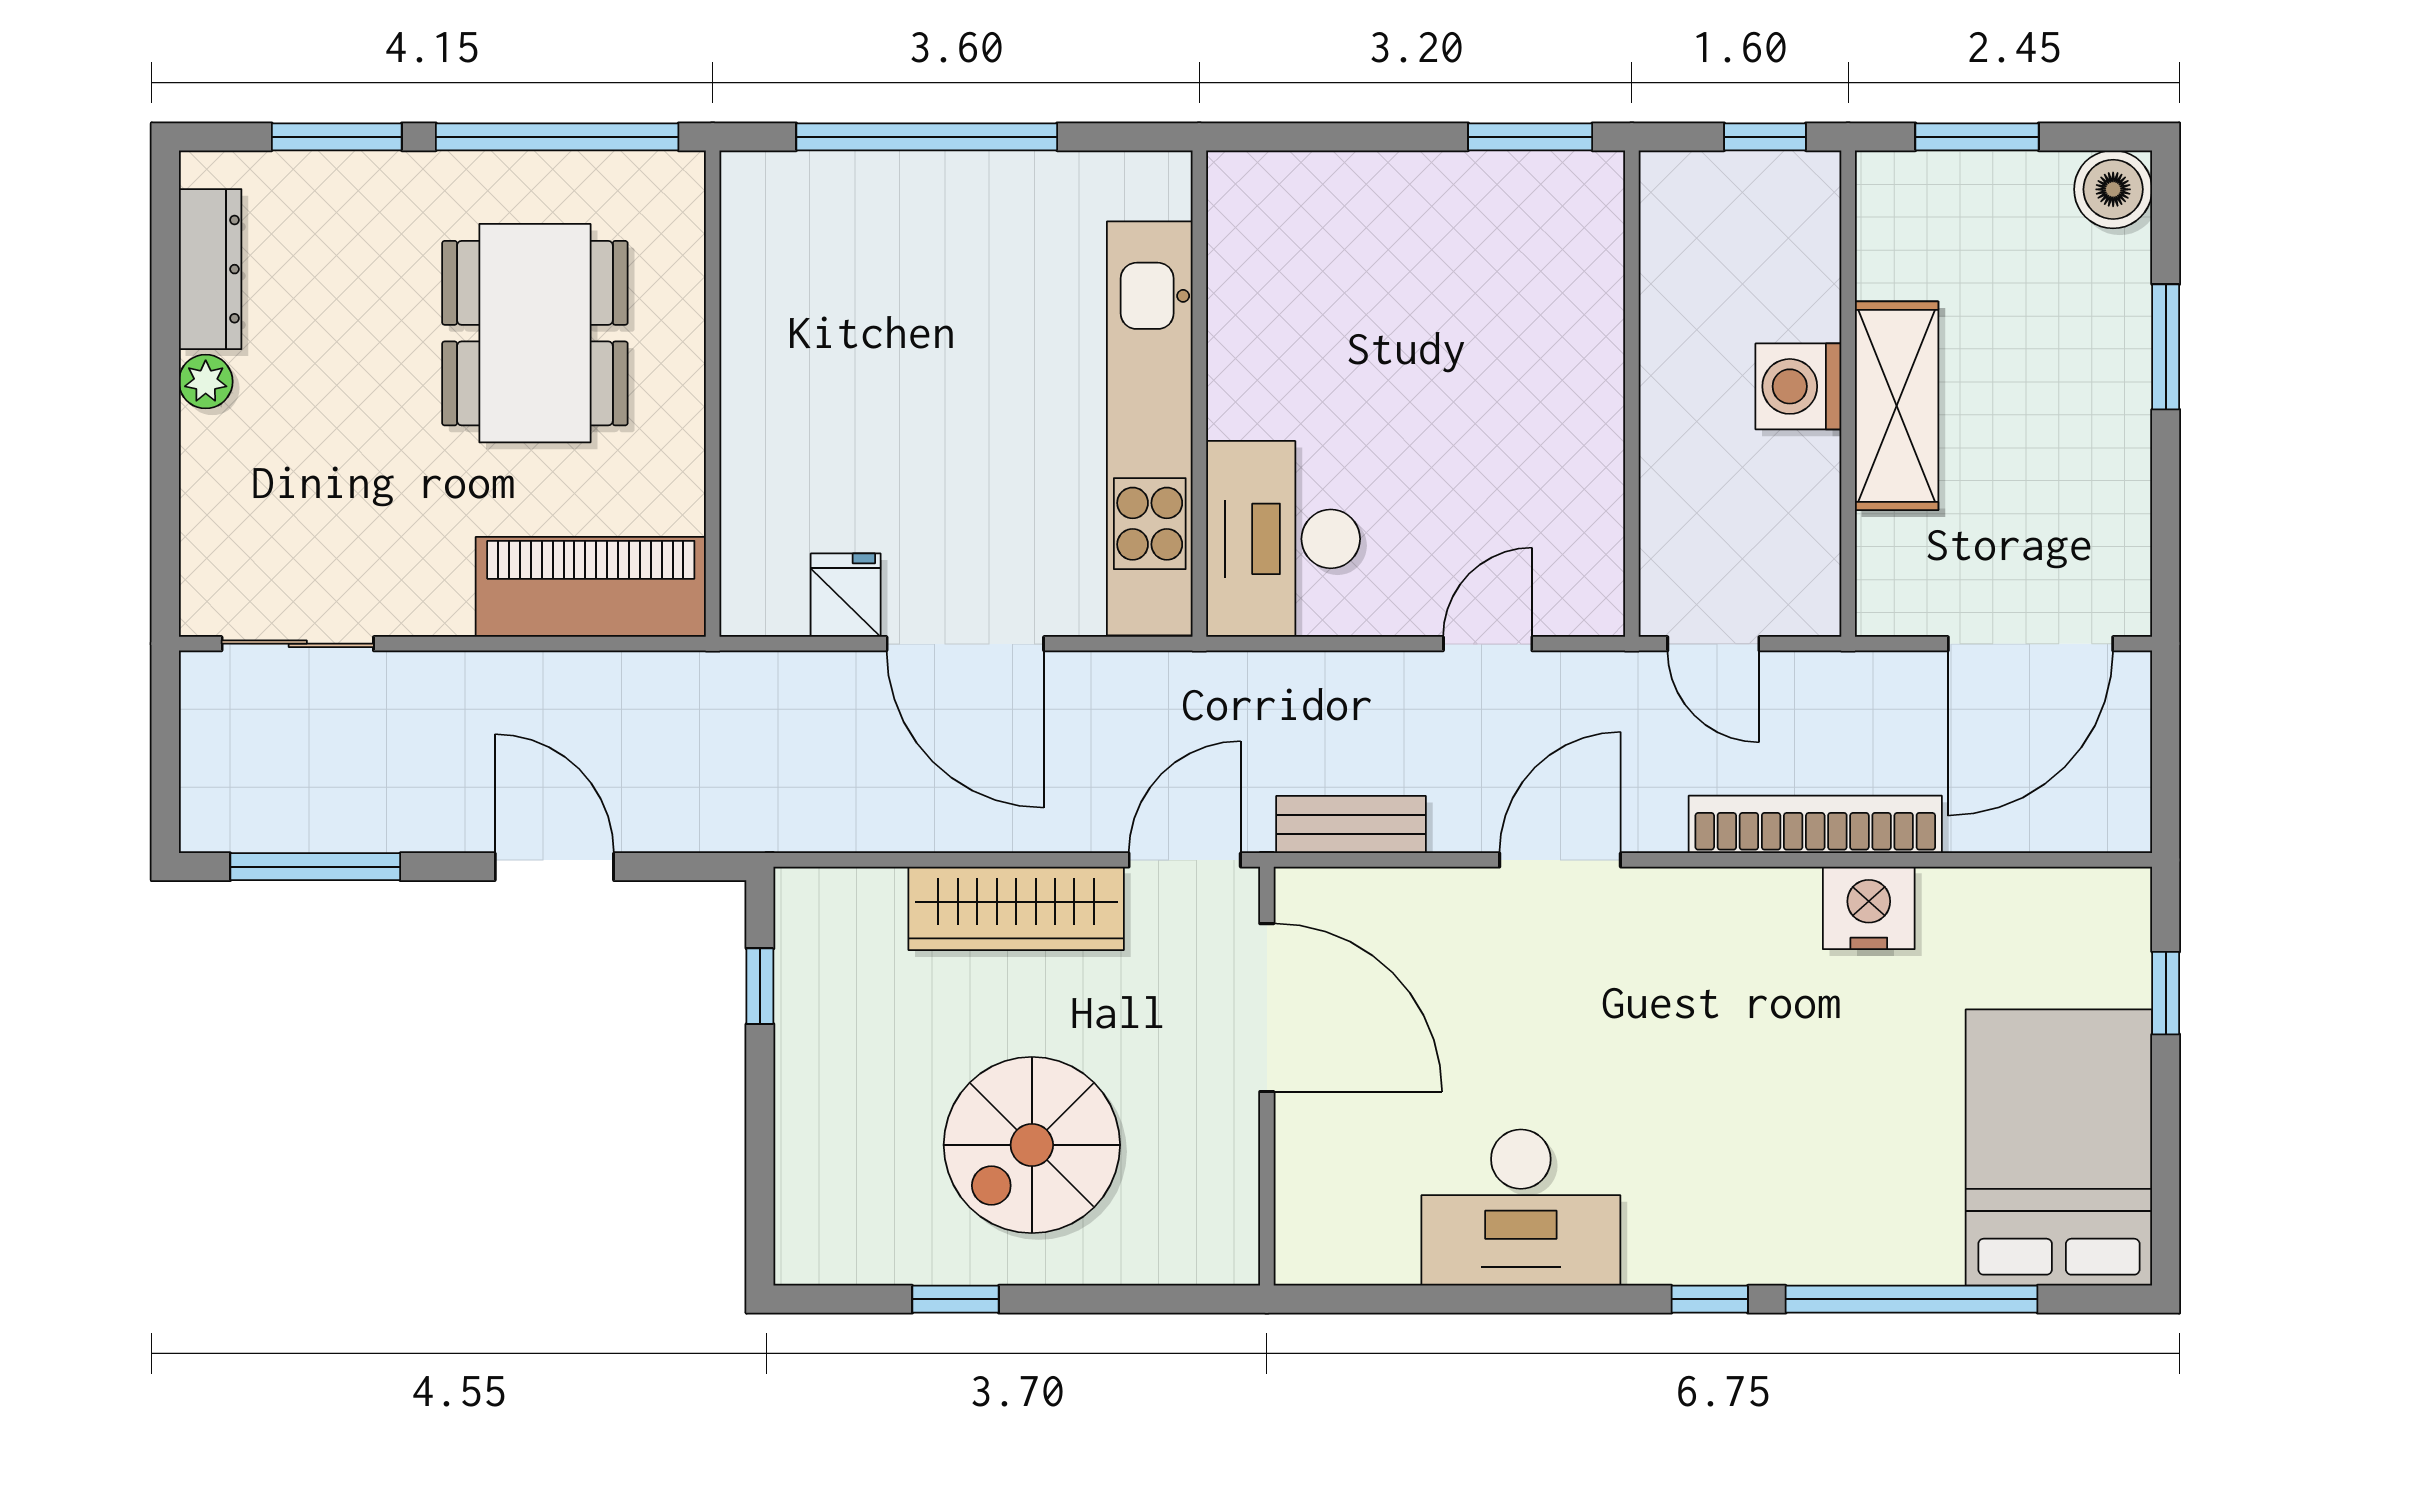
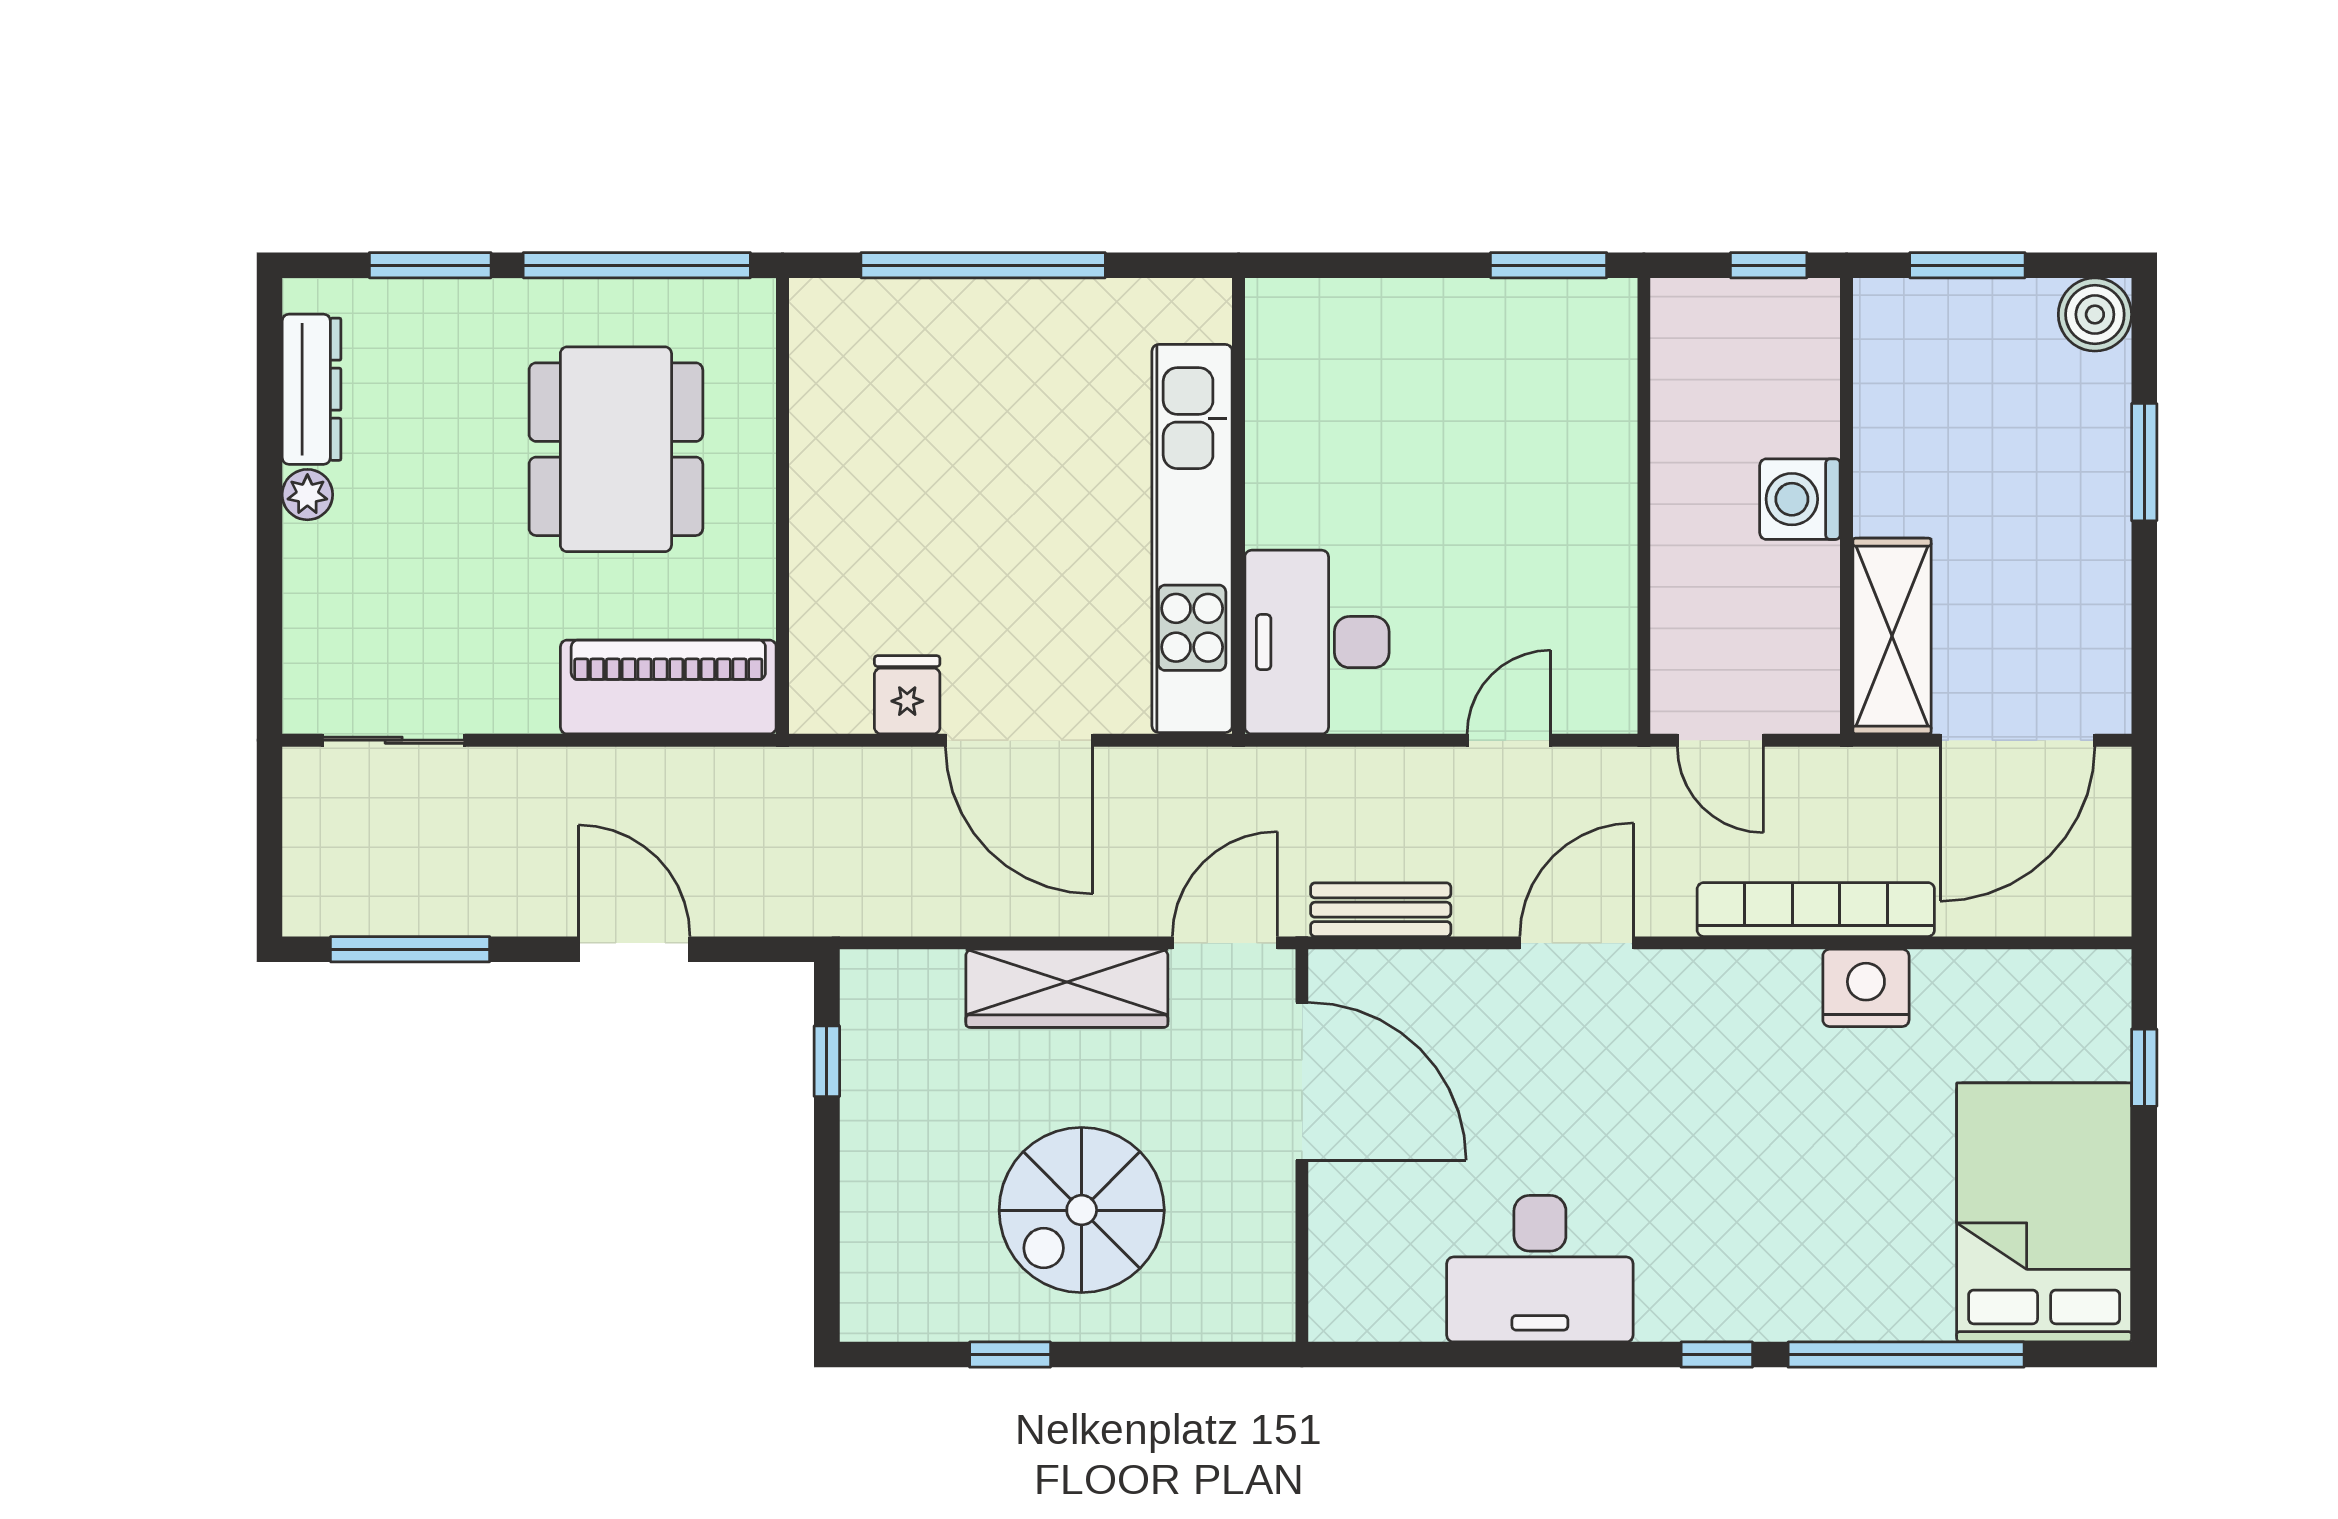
shelving: (1897, 406) -> (1892, 636), moved

